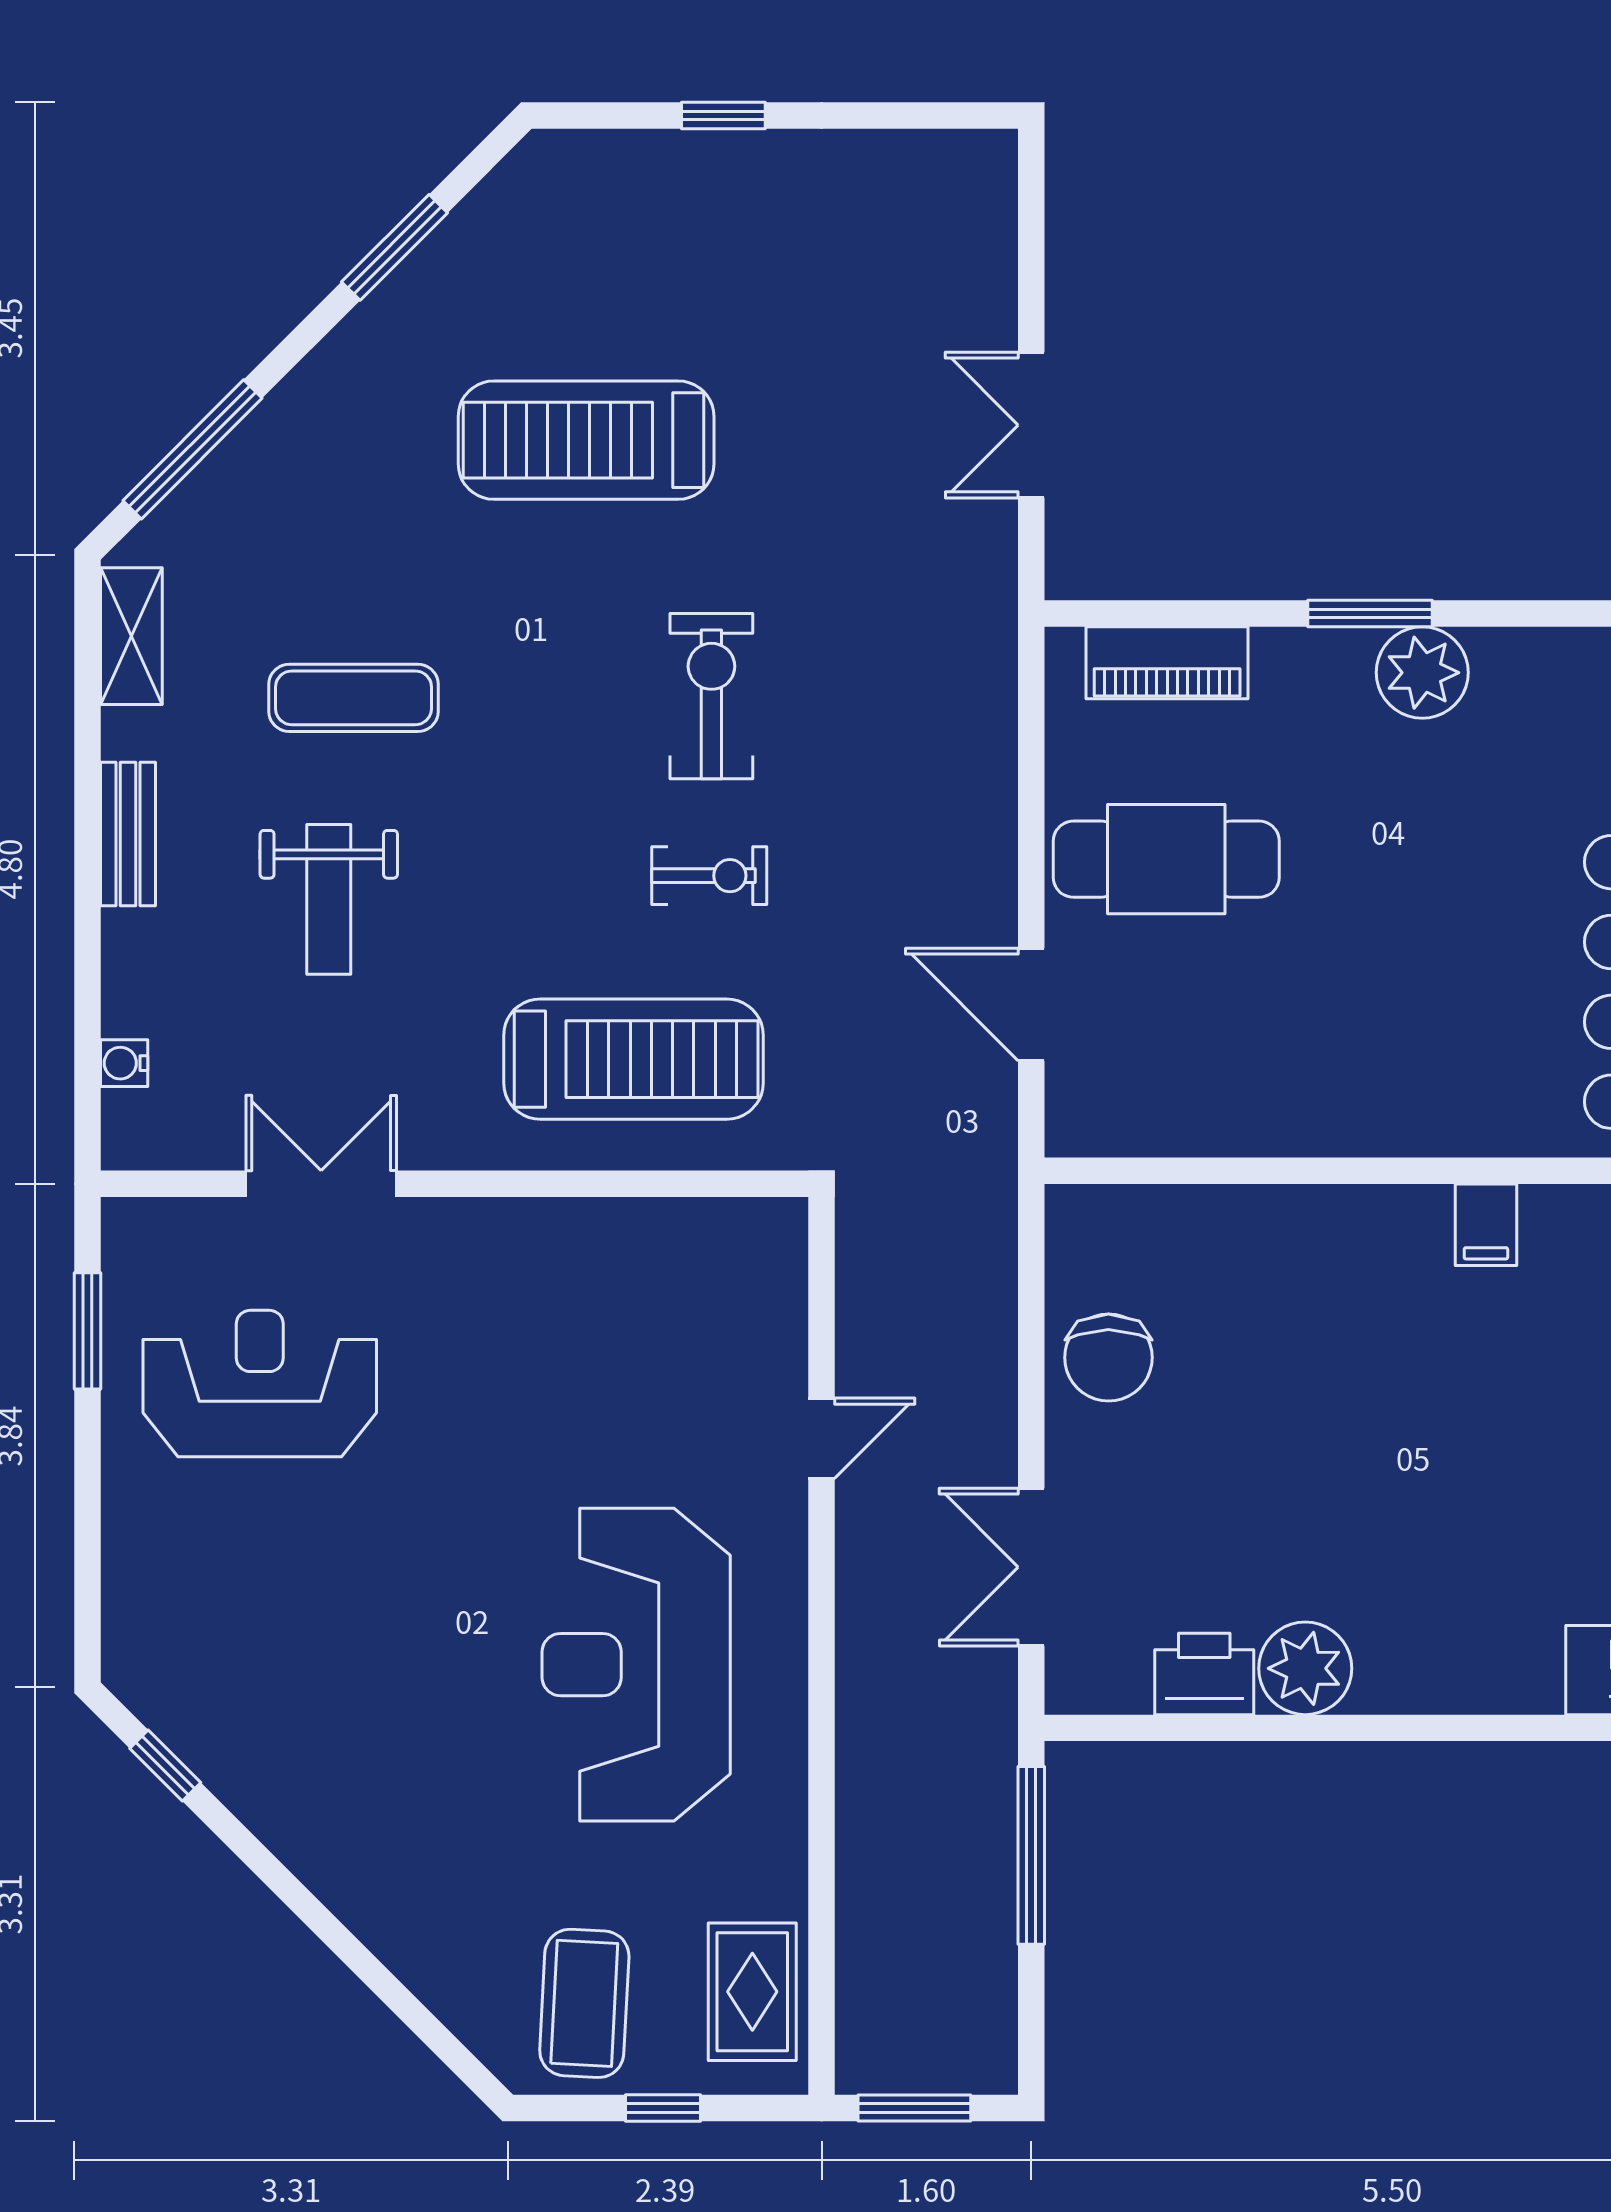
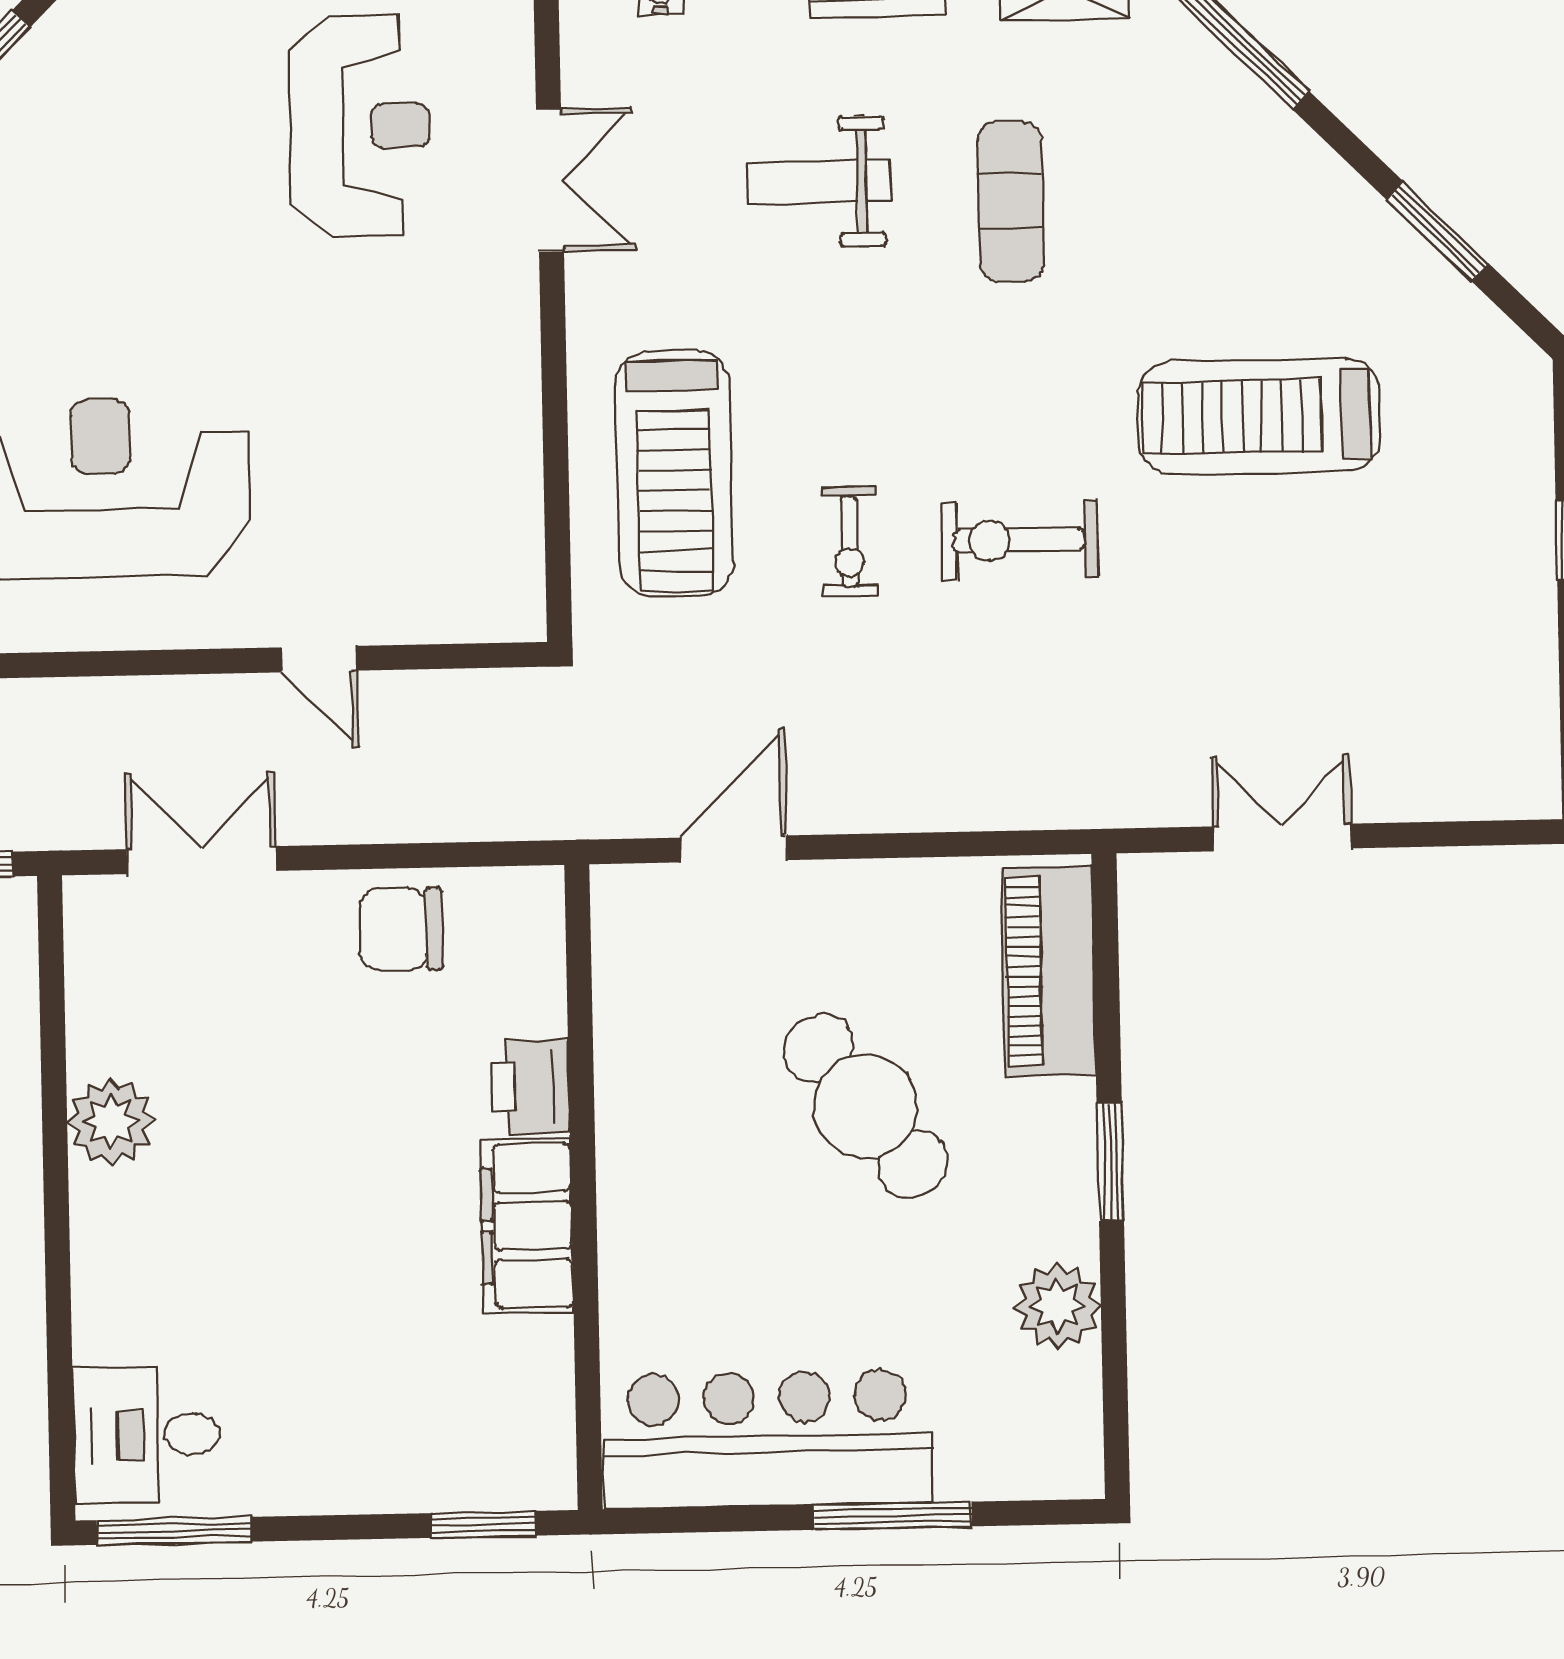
treadmill: (586, 440) -> (1259, 416), turned -90
piano: (1167, 663) -> (1049, 971), width x1.37, depth x1.33
plant: (1422, 673) -> (1058, 1306), moved
exercise bike: (711, 696) -> (1019, 540), turned 180
cafe table: (1166, 859) -> (866, 1106), moved, turned -38
filing cabinet: (1486, 1225) -> (527, 1226), width x3.00, depth x1.17
printer: (1204, 1674) -> (530, 1087), moved, turned 180

